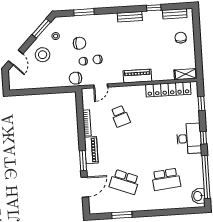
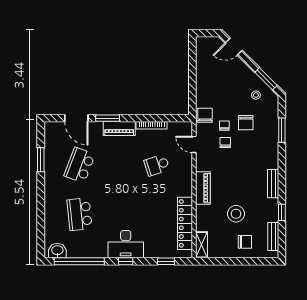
stool: (43, 55) -> (236, 214), moved

